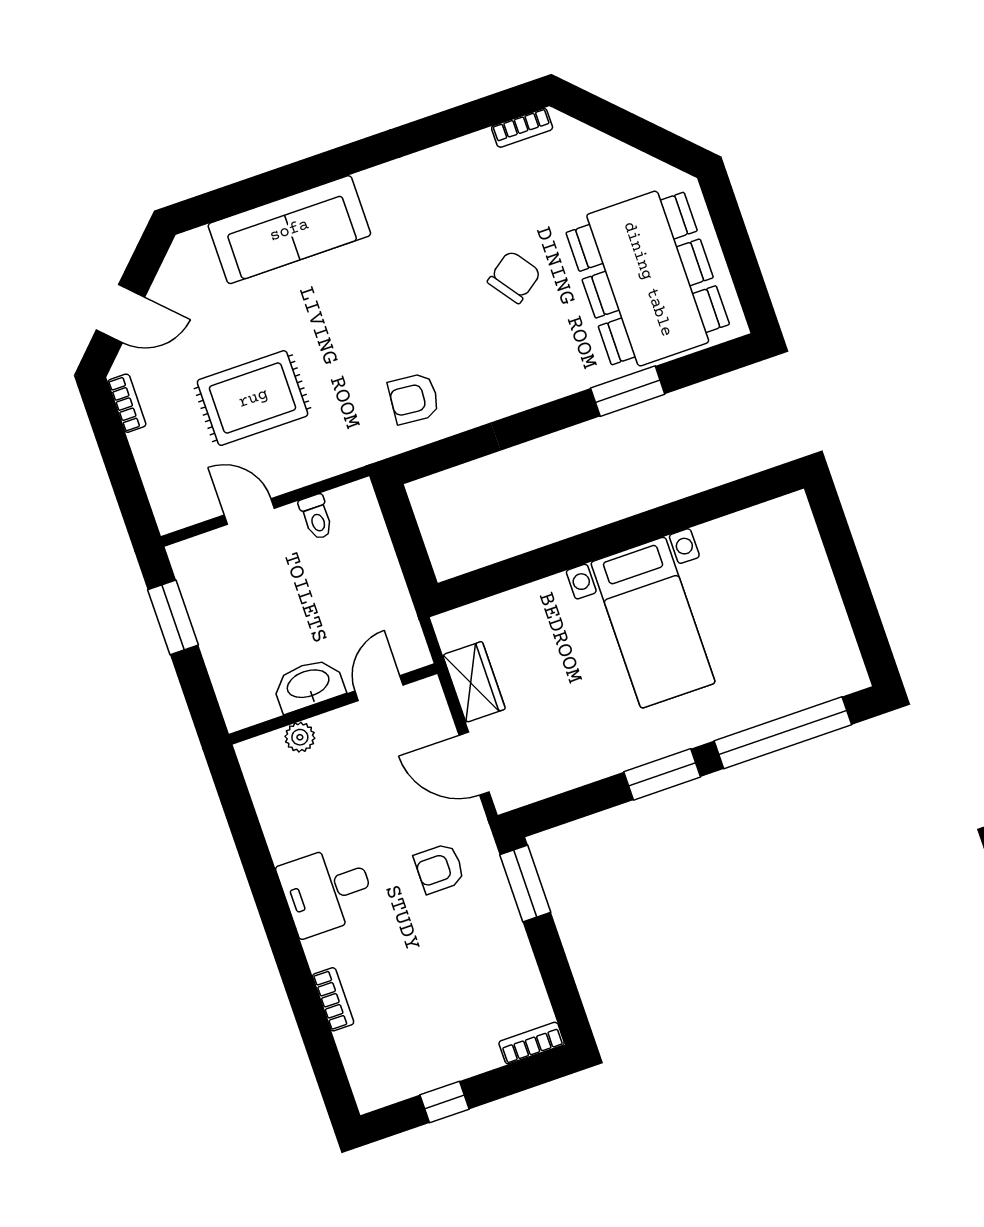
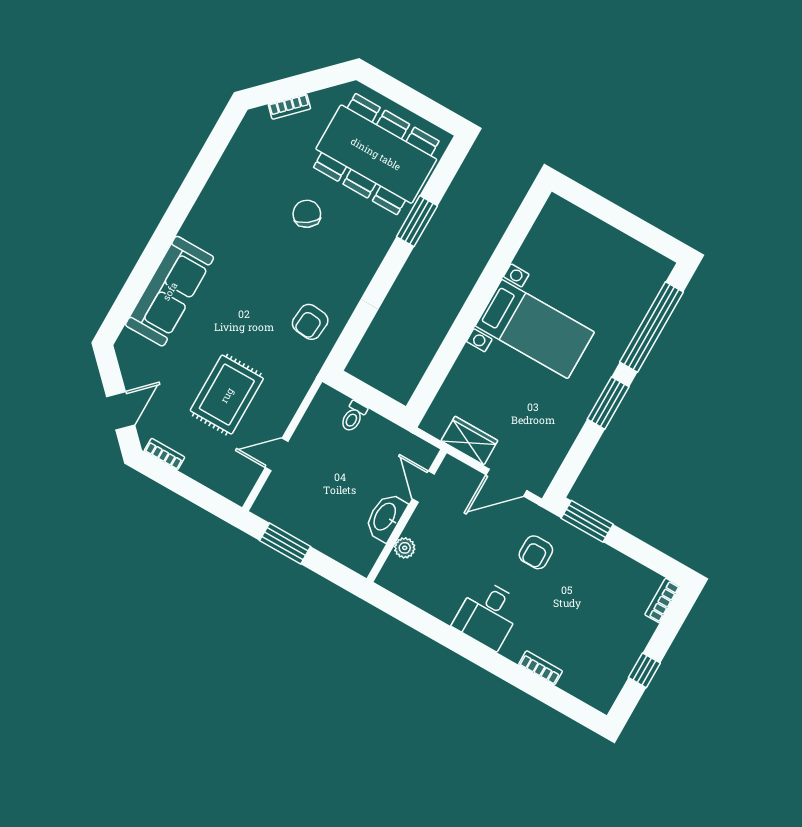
bookcase: (522, 128) -> (289, 107), moved, turned 45
toilet: (316, 517) -> (353, 417), moved, turned 90

